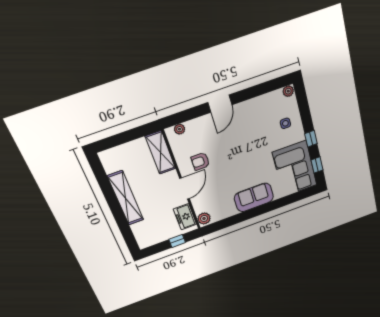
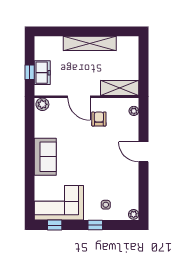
window: (311, 139) -> (95, 225), moved
freezer: (185, 217) -> (42, 73), moved, turned 90

